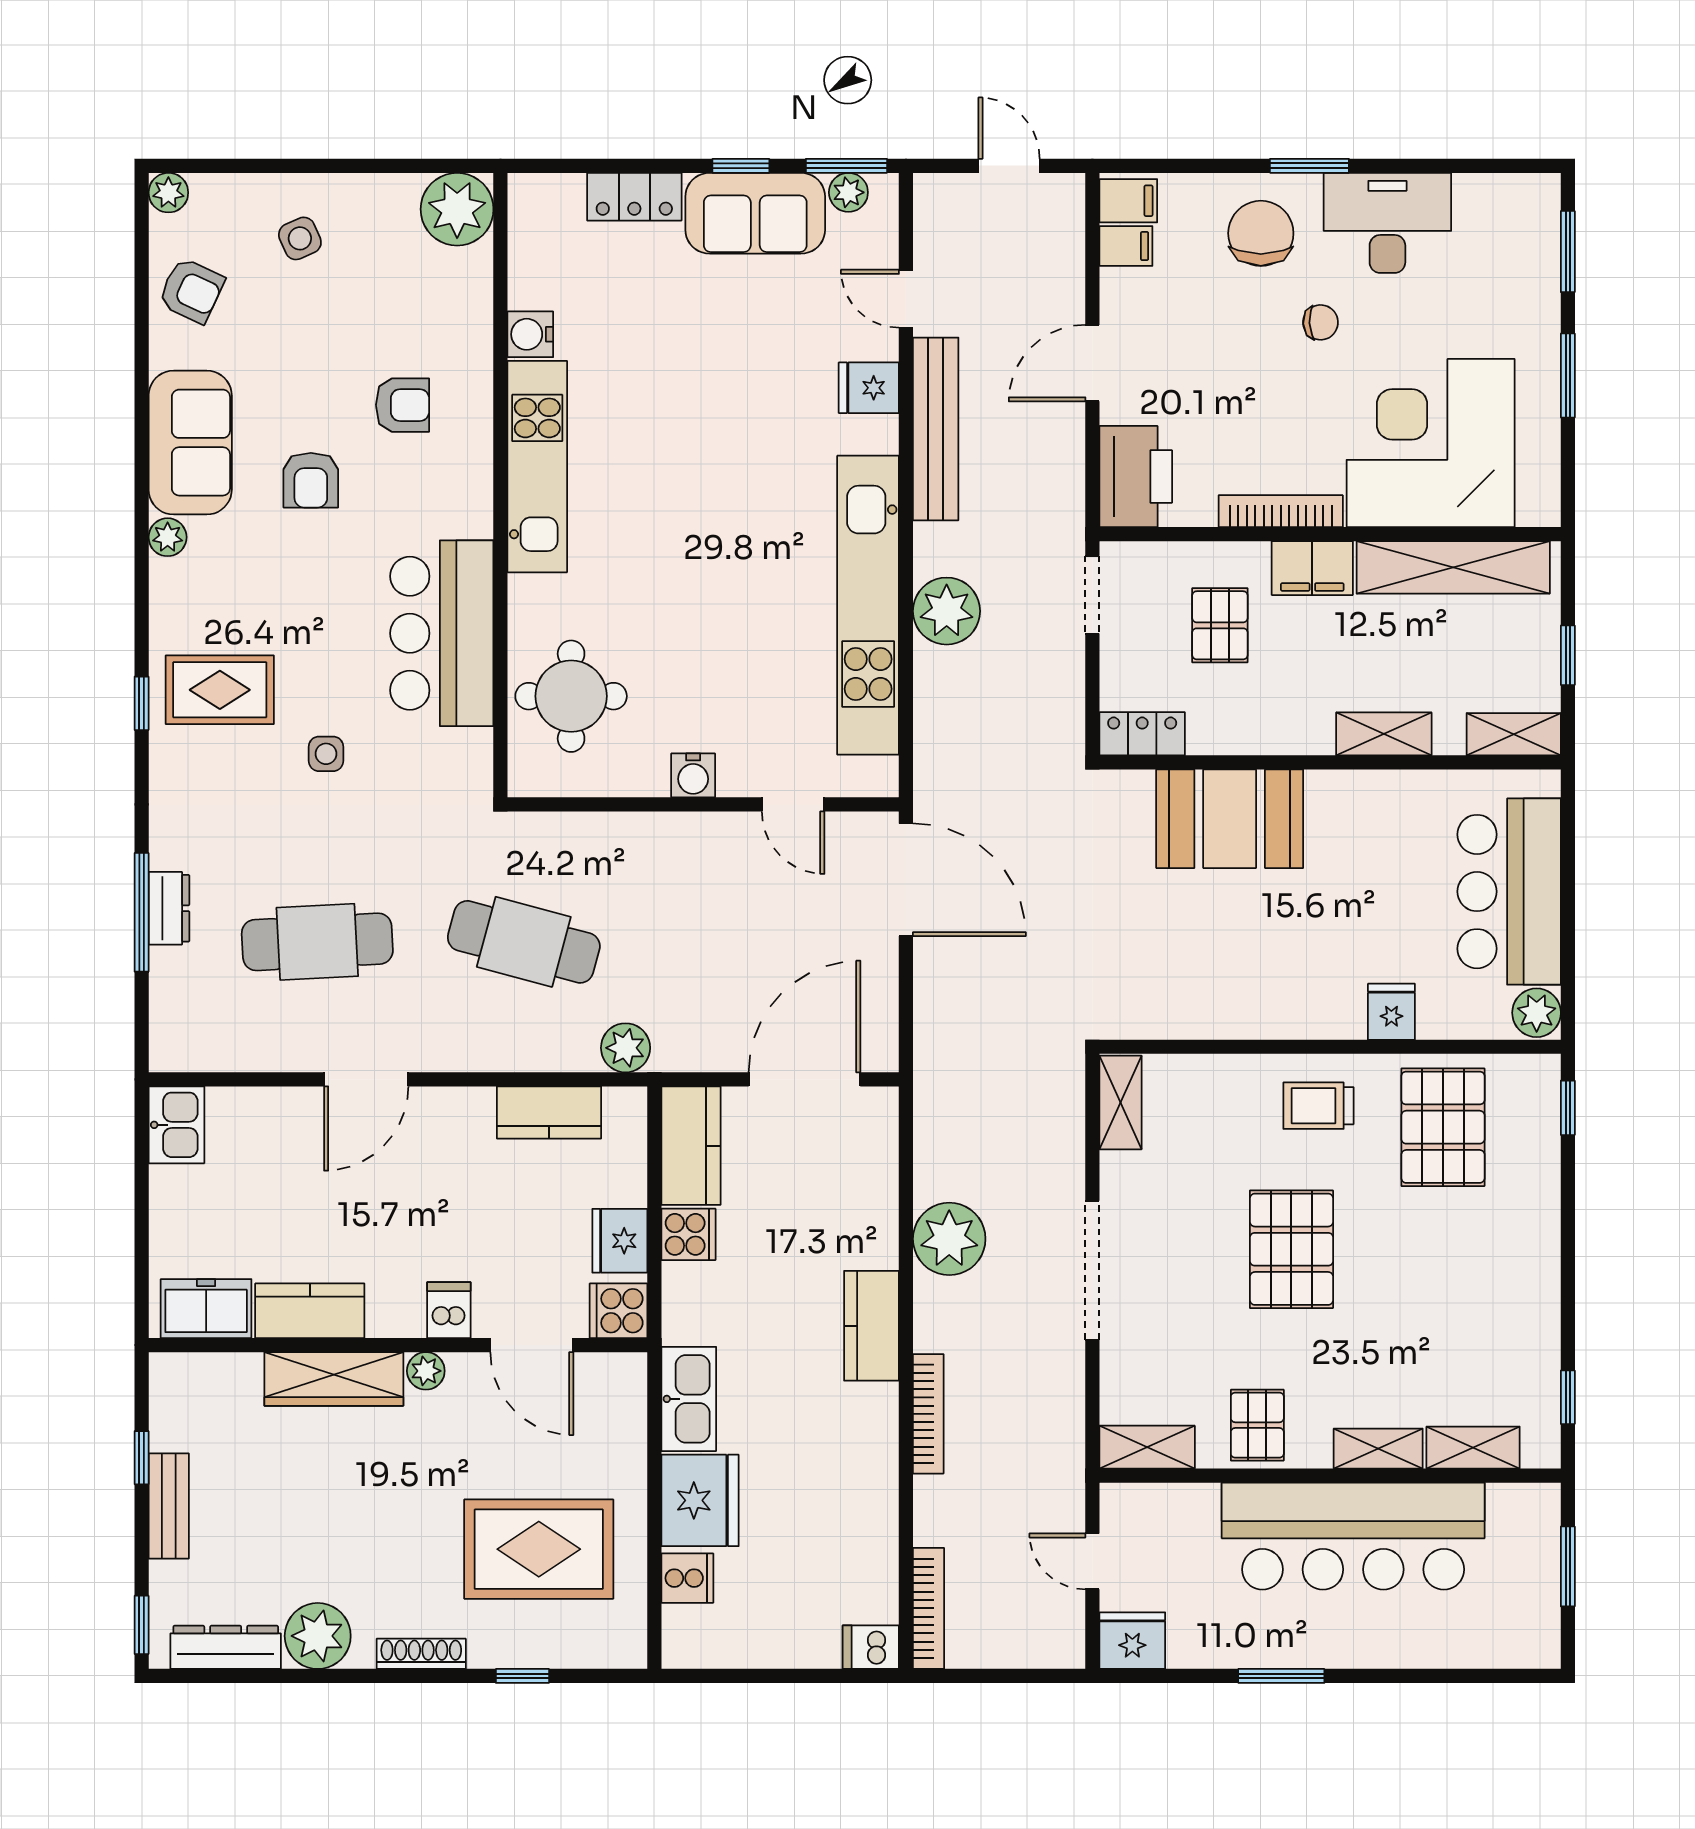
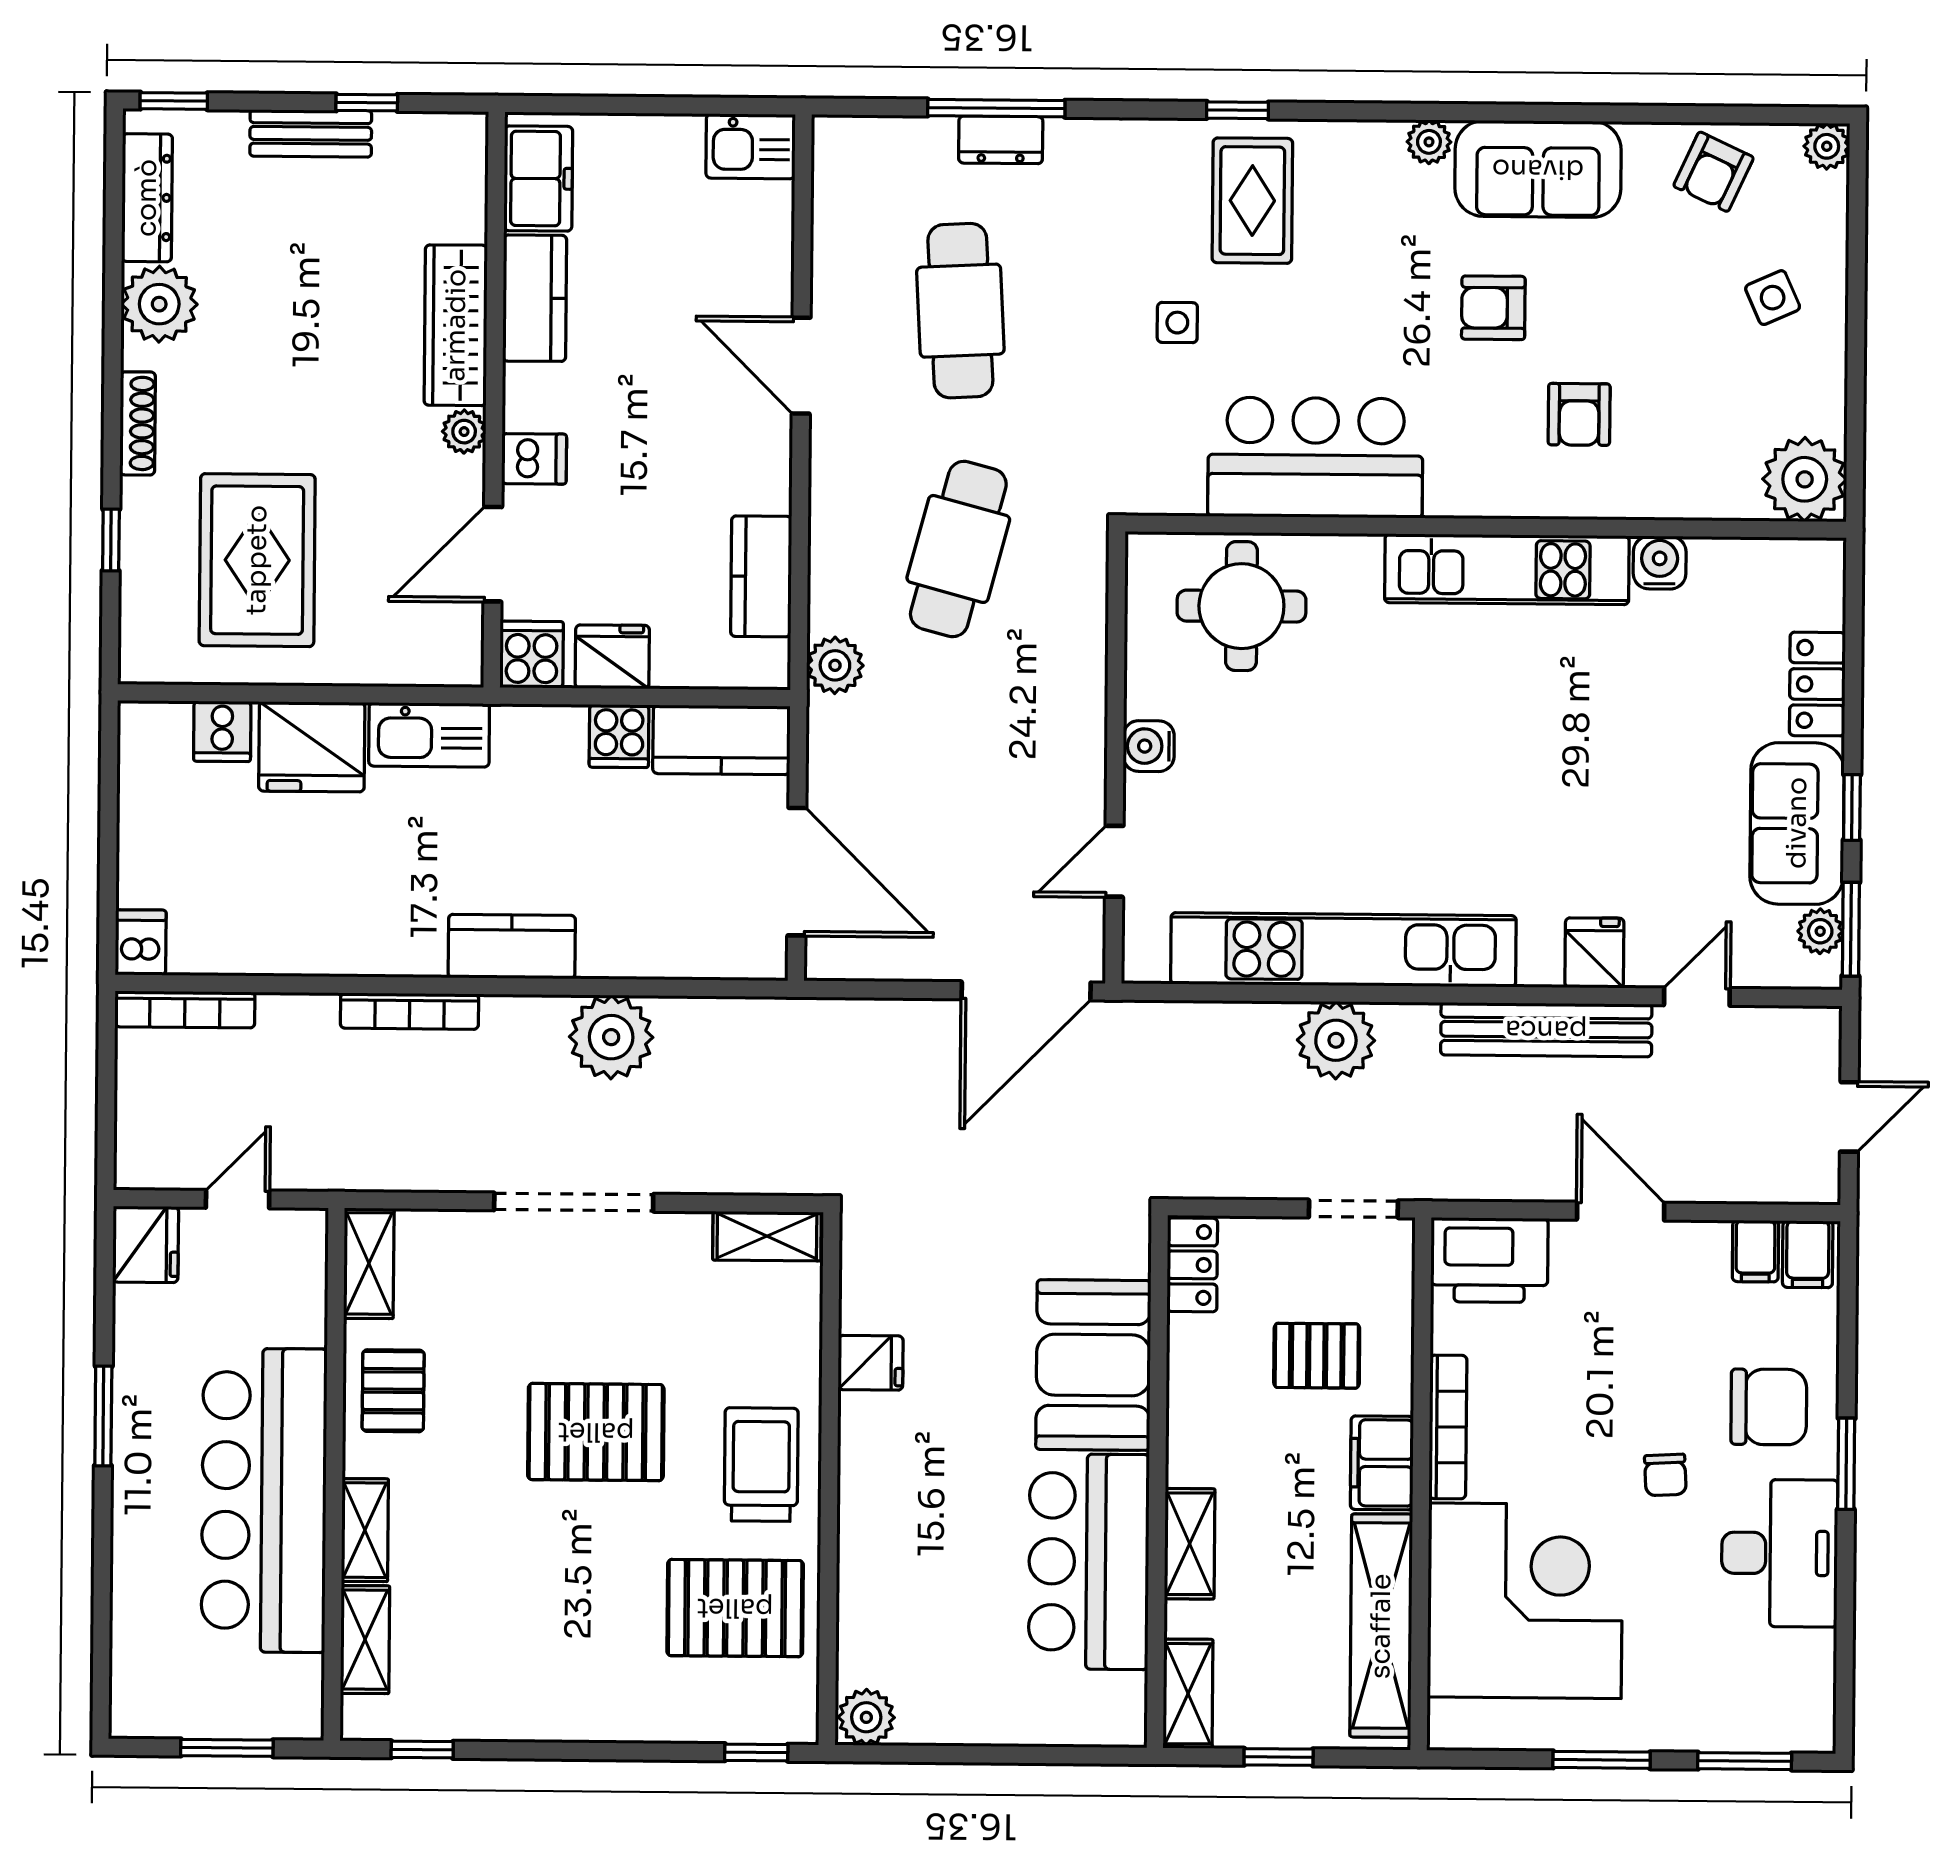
bar counter: (1509, 892) -> (1089, 1562), moved, turned -90
fridge: (1391, 1012) -> (871, 1363), moved
trolley: (1318, 1106) -> (761, 1465), width x1.36, depth x1.39
pallet: (1257, 1425) -> (393, 1391), turned 90

